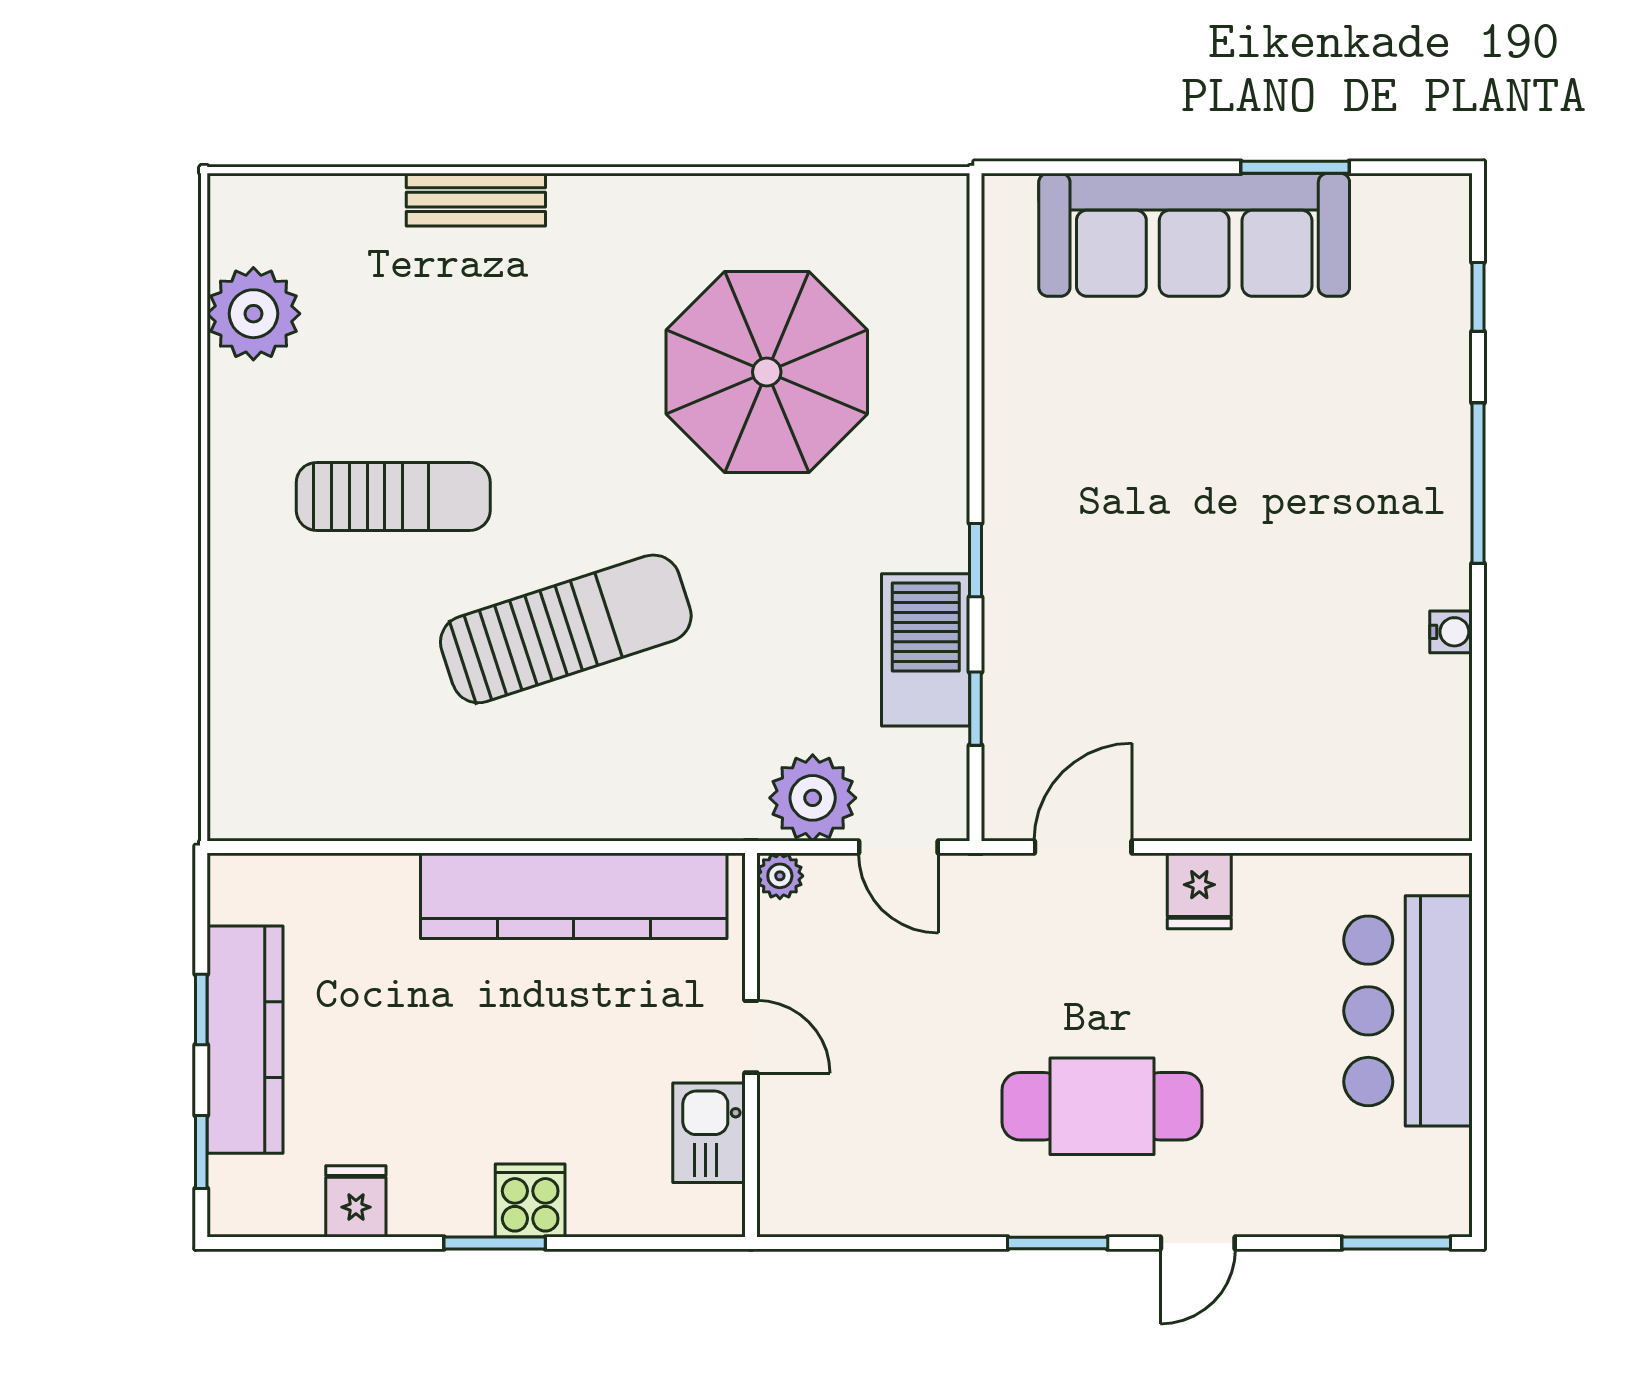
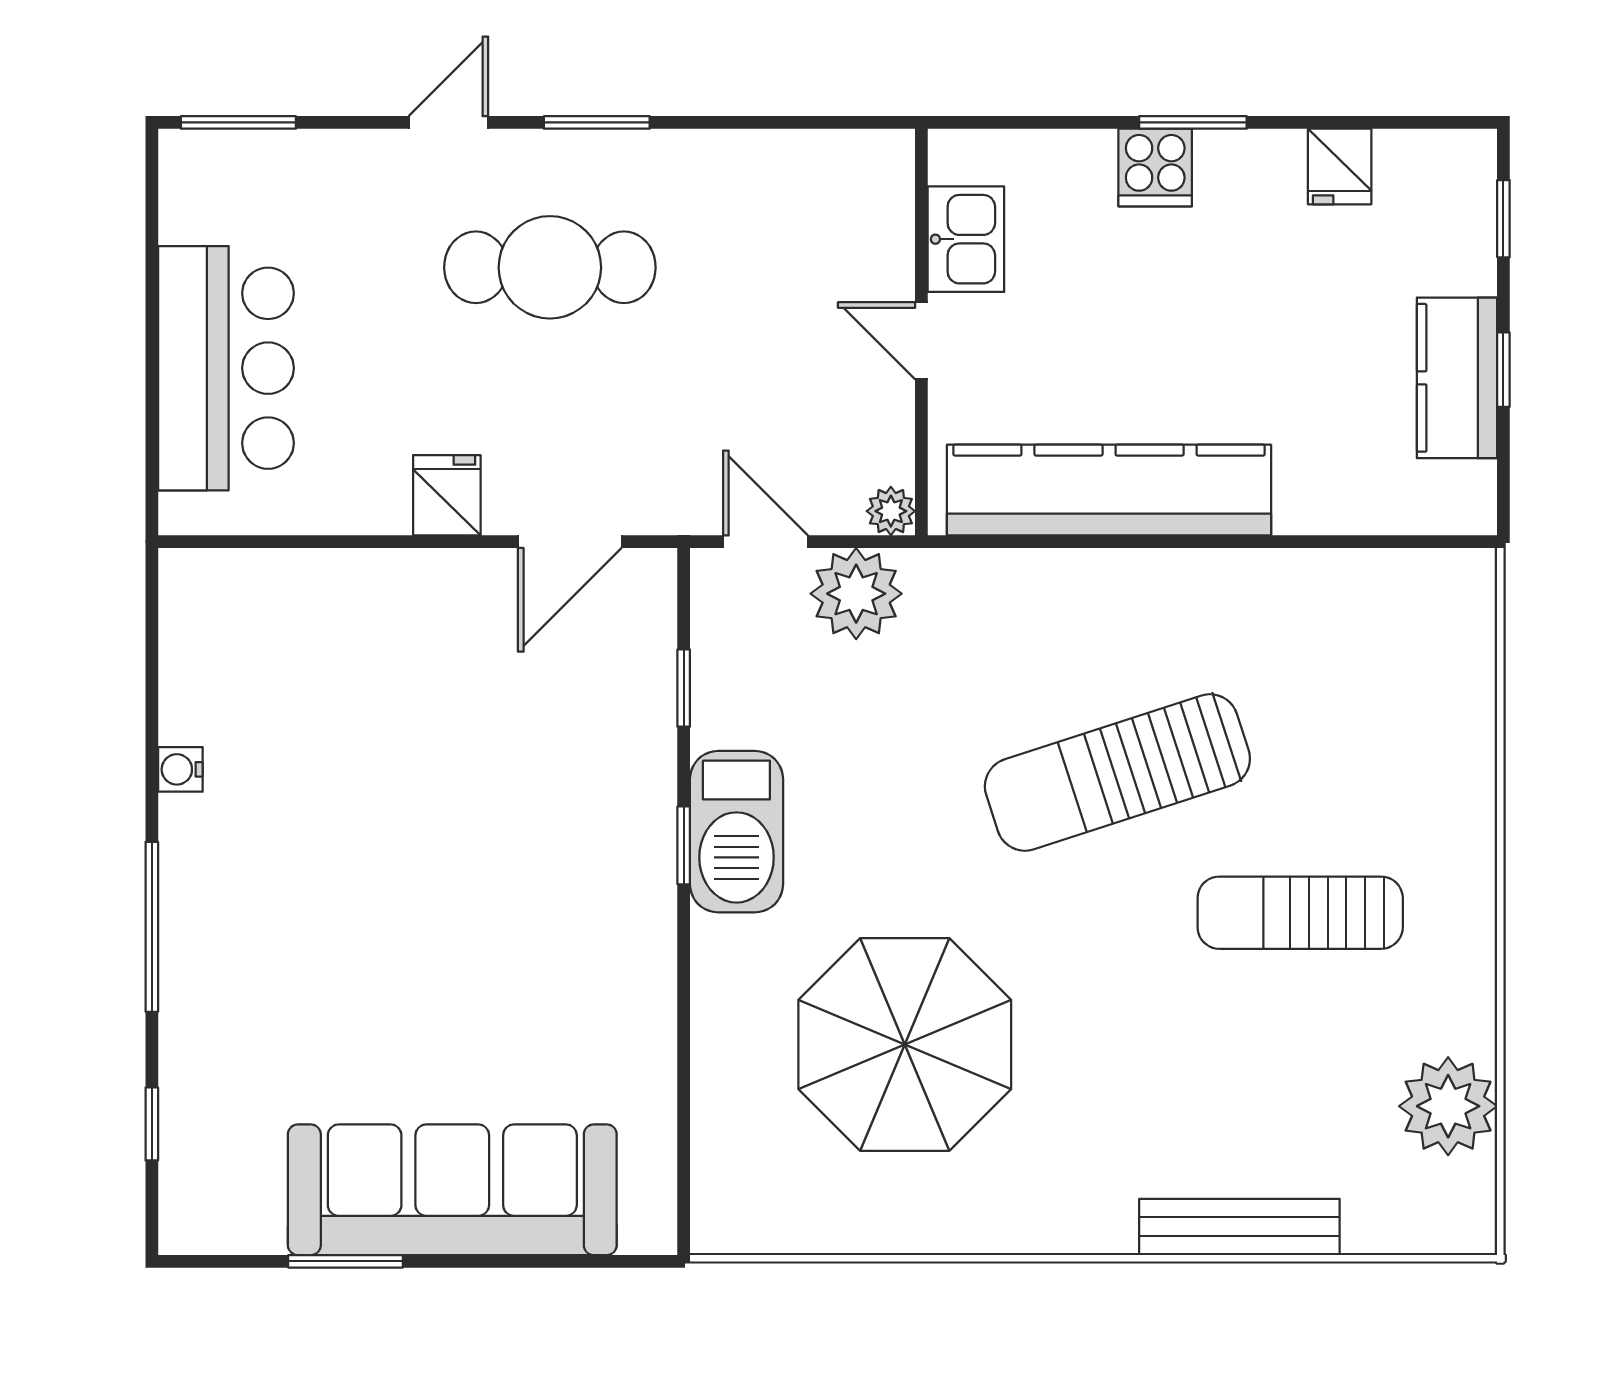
bench: (476, 200) -> (1239, 1227), width x1.36
barbecue: (926, 650) -> (736, 832), moved
kitchen counter: (245, 1040) -> (1457, 378), width x0.67

